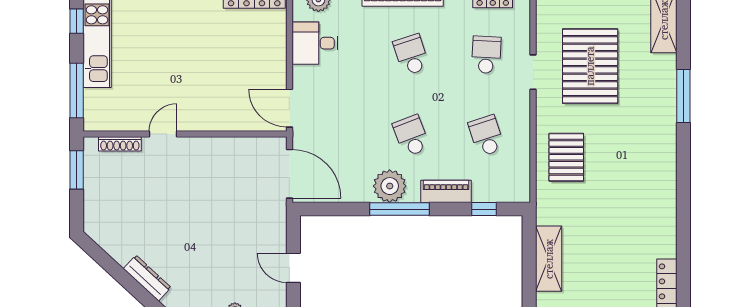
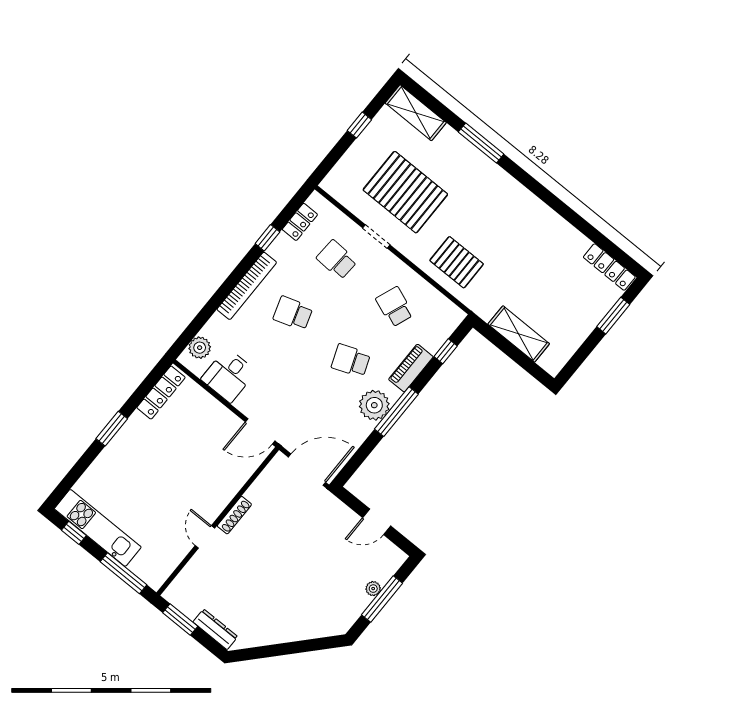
school desk: (486, 136) -> (395, 307), turned 39
shoe rack: (120, 144) -> (234, 515), moved
dresser: (147, 278) -> (215, 629), moved, turned 47

